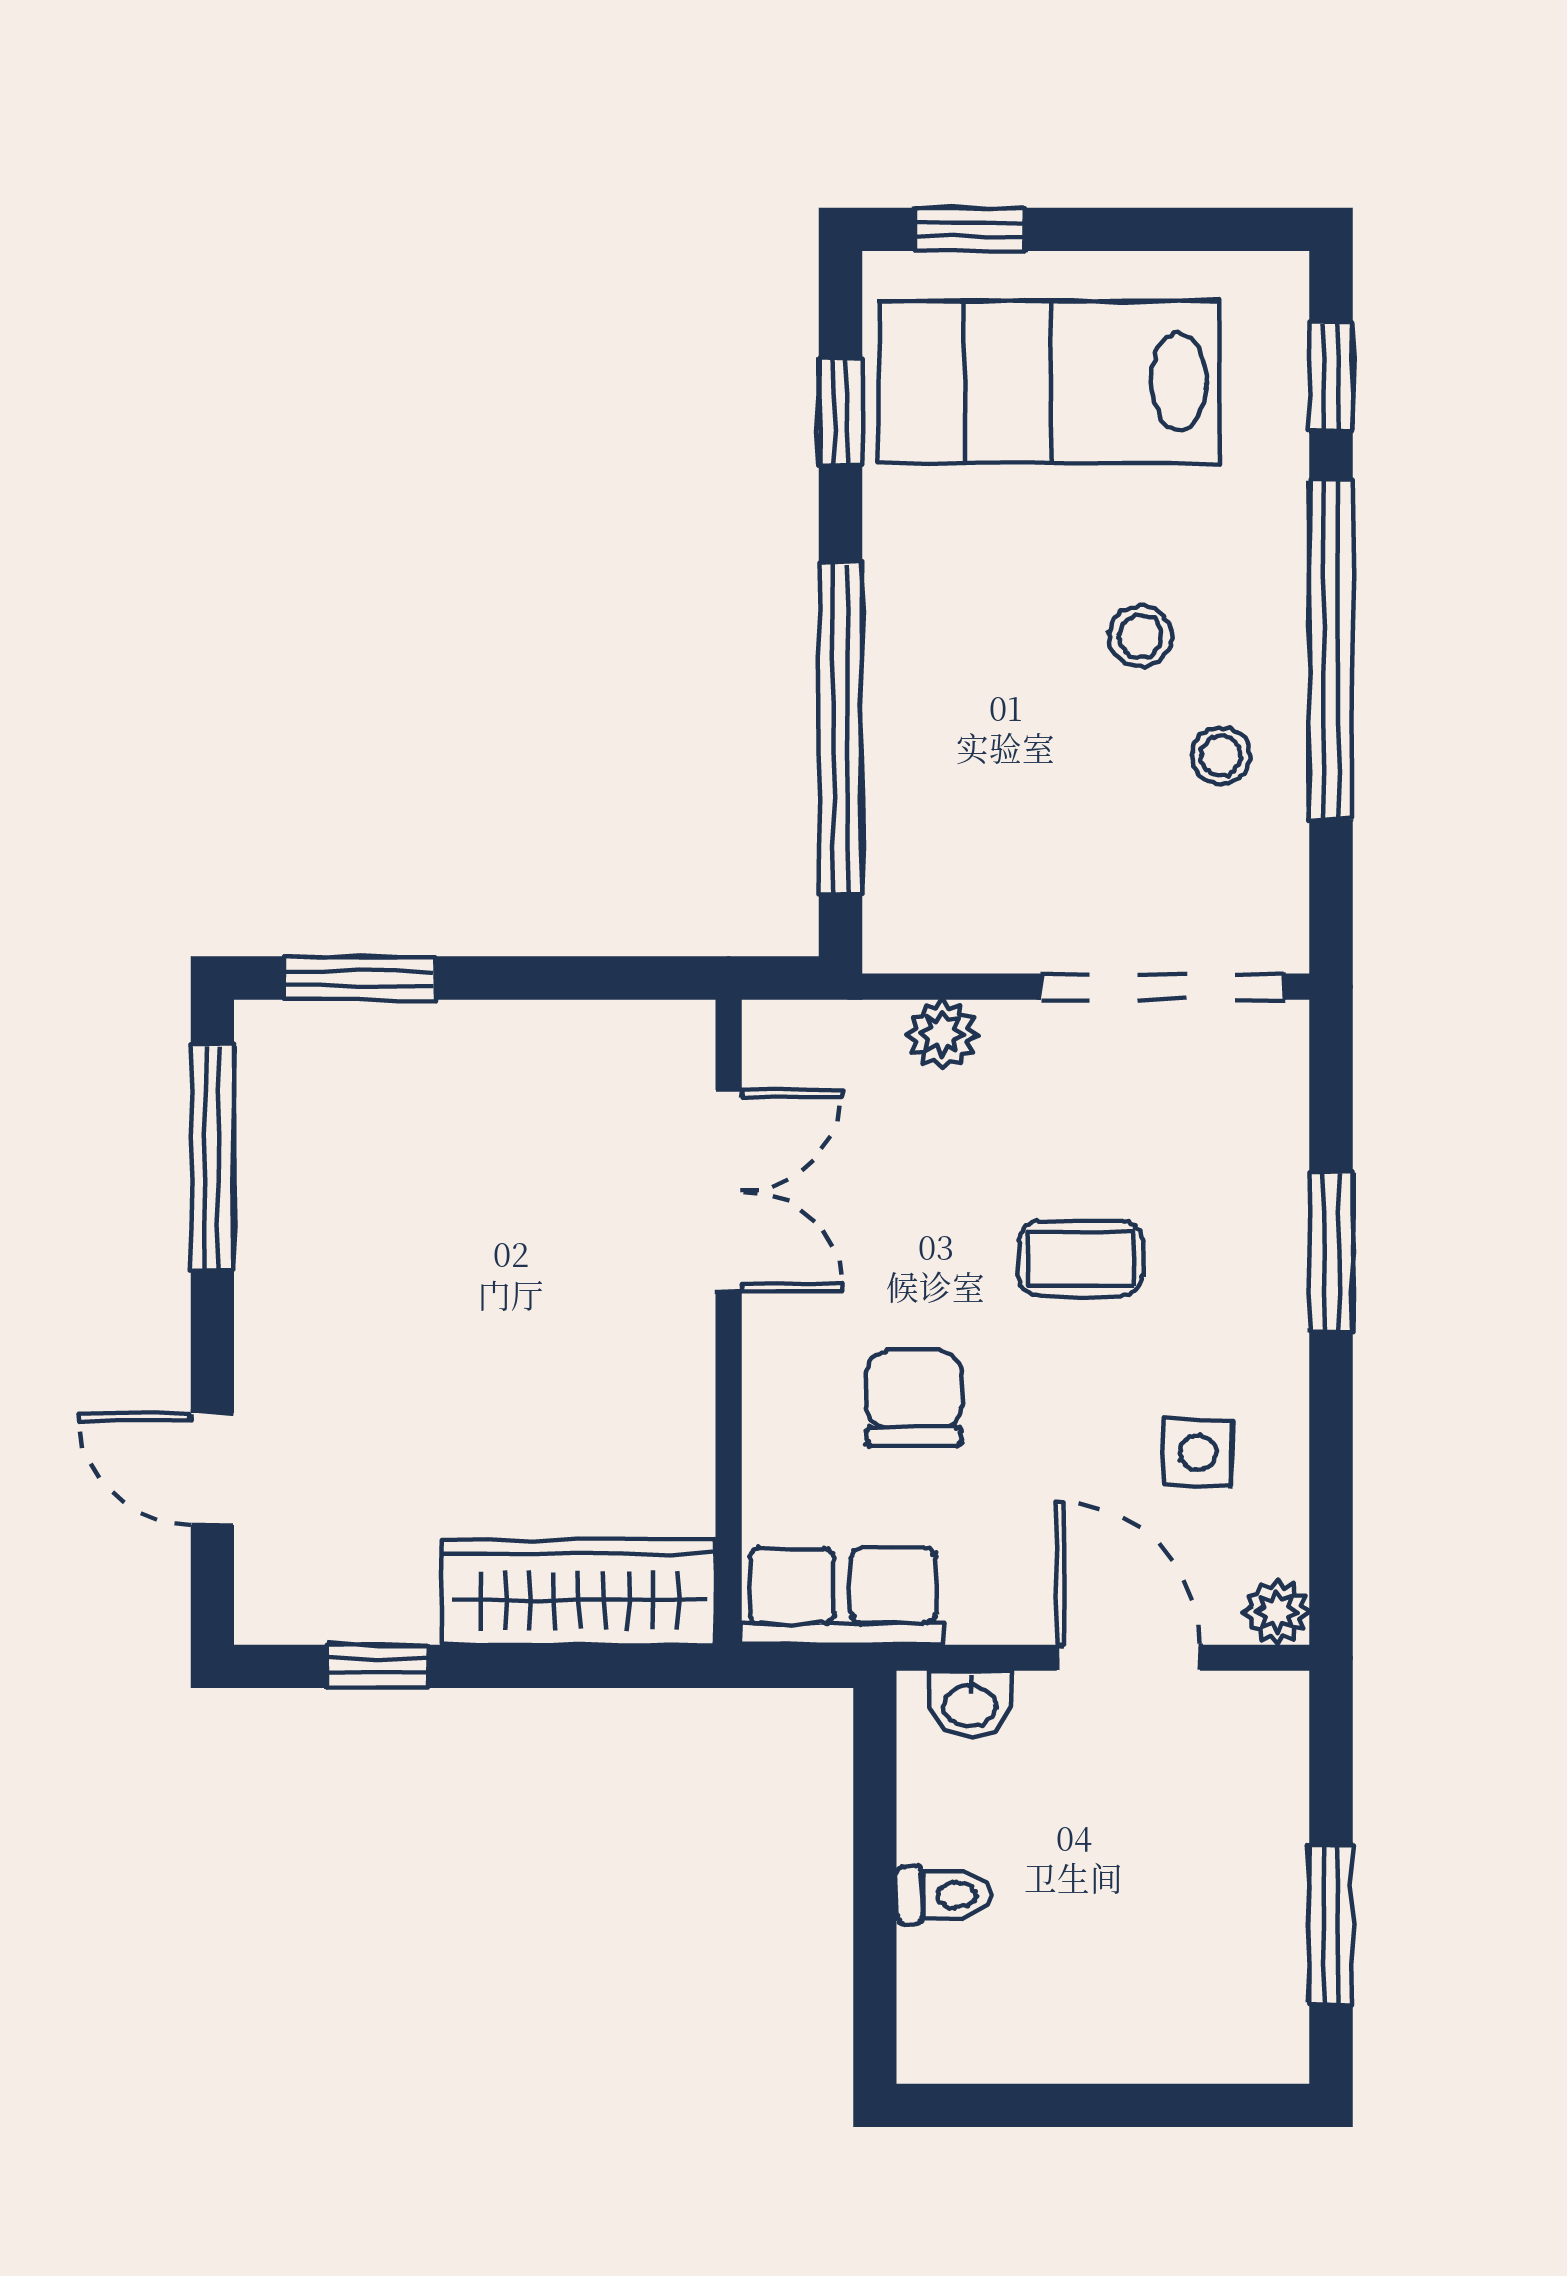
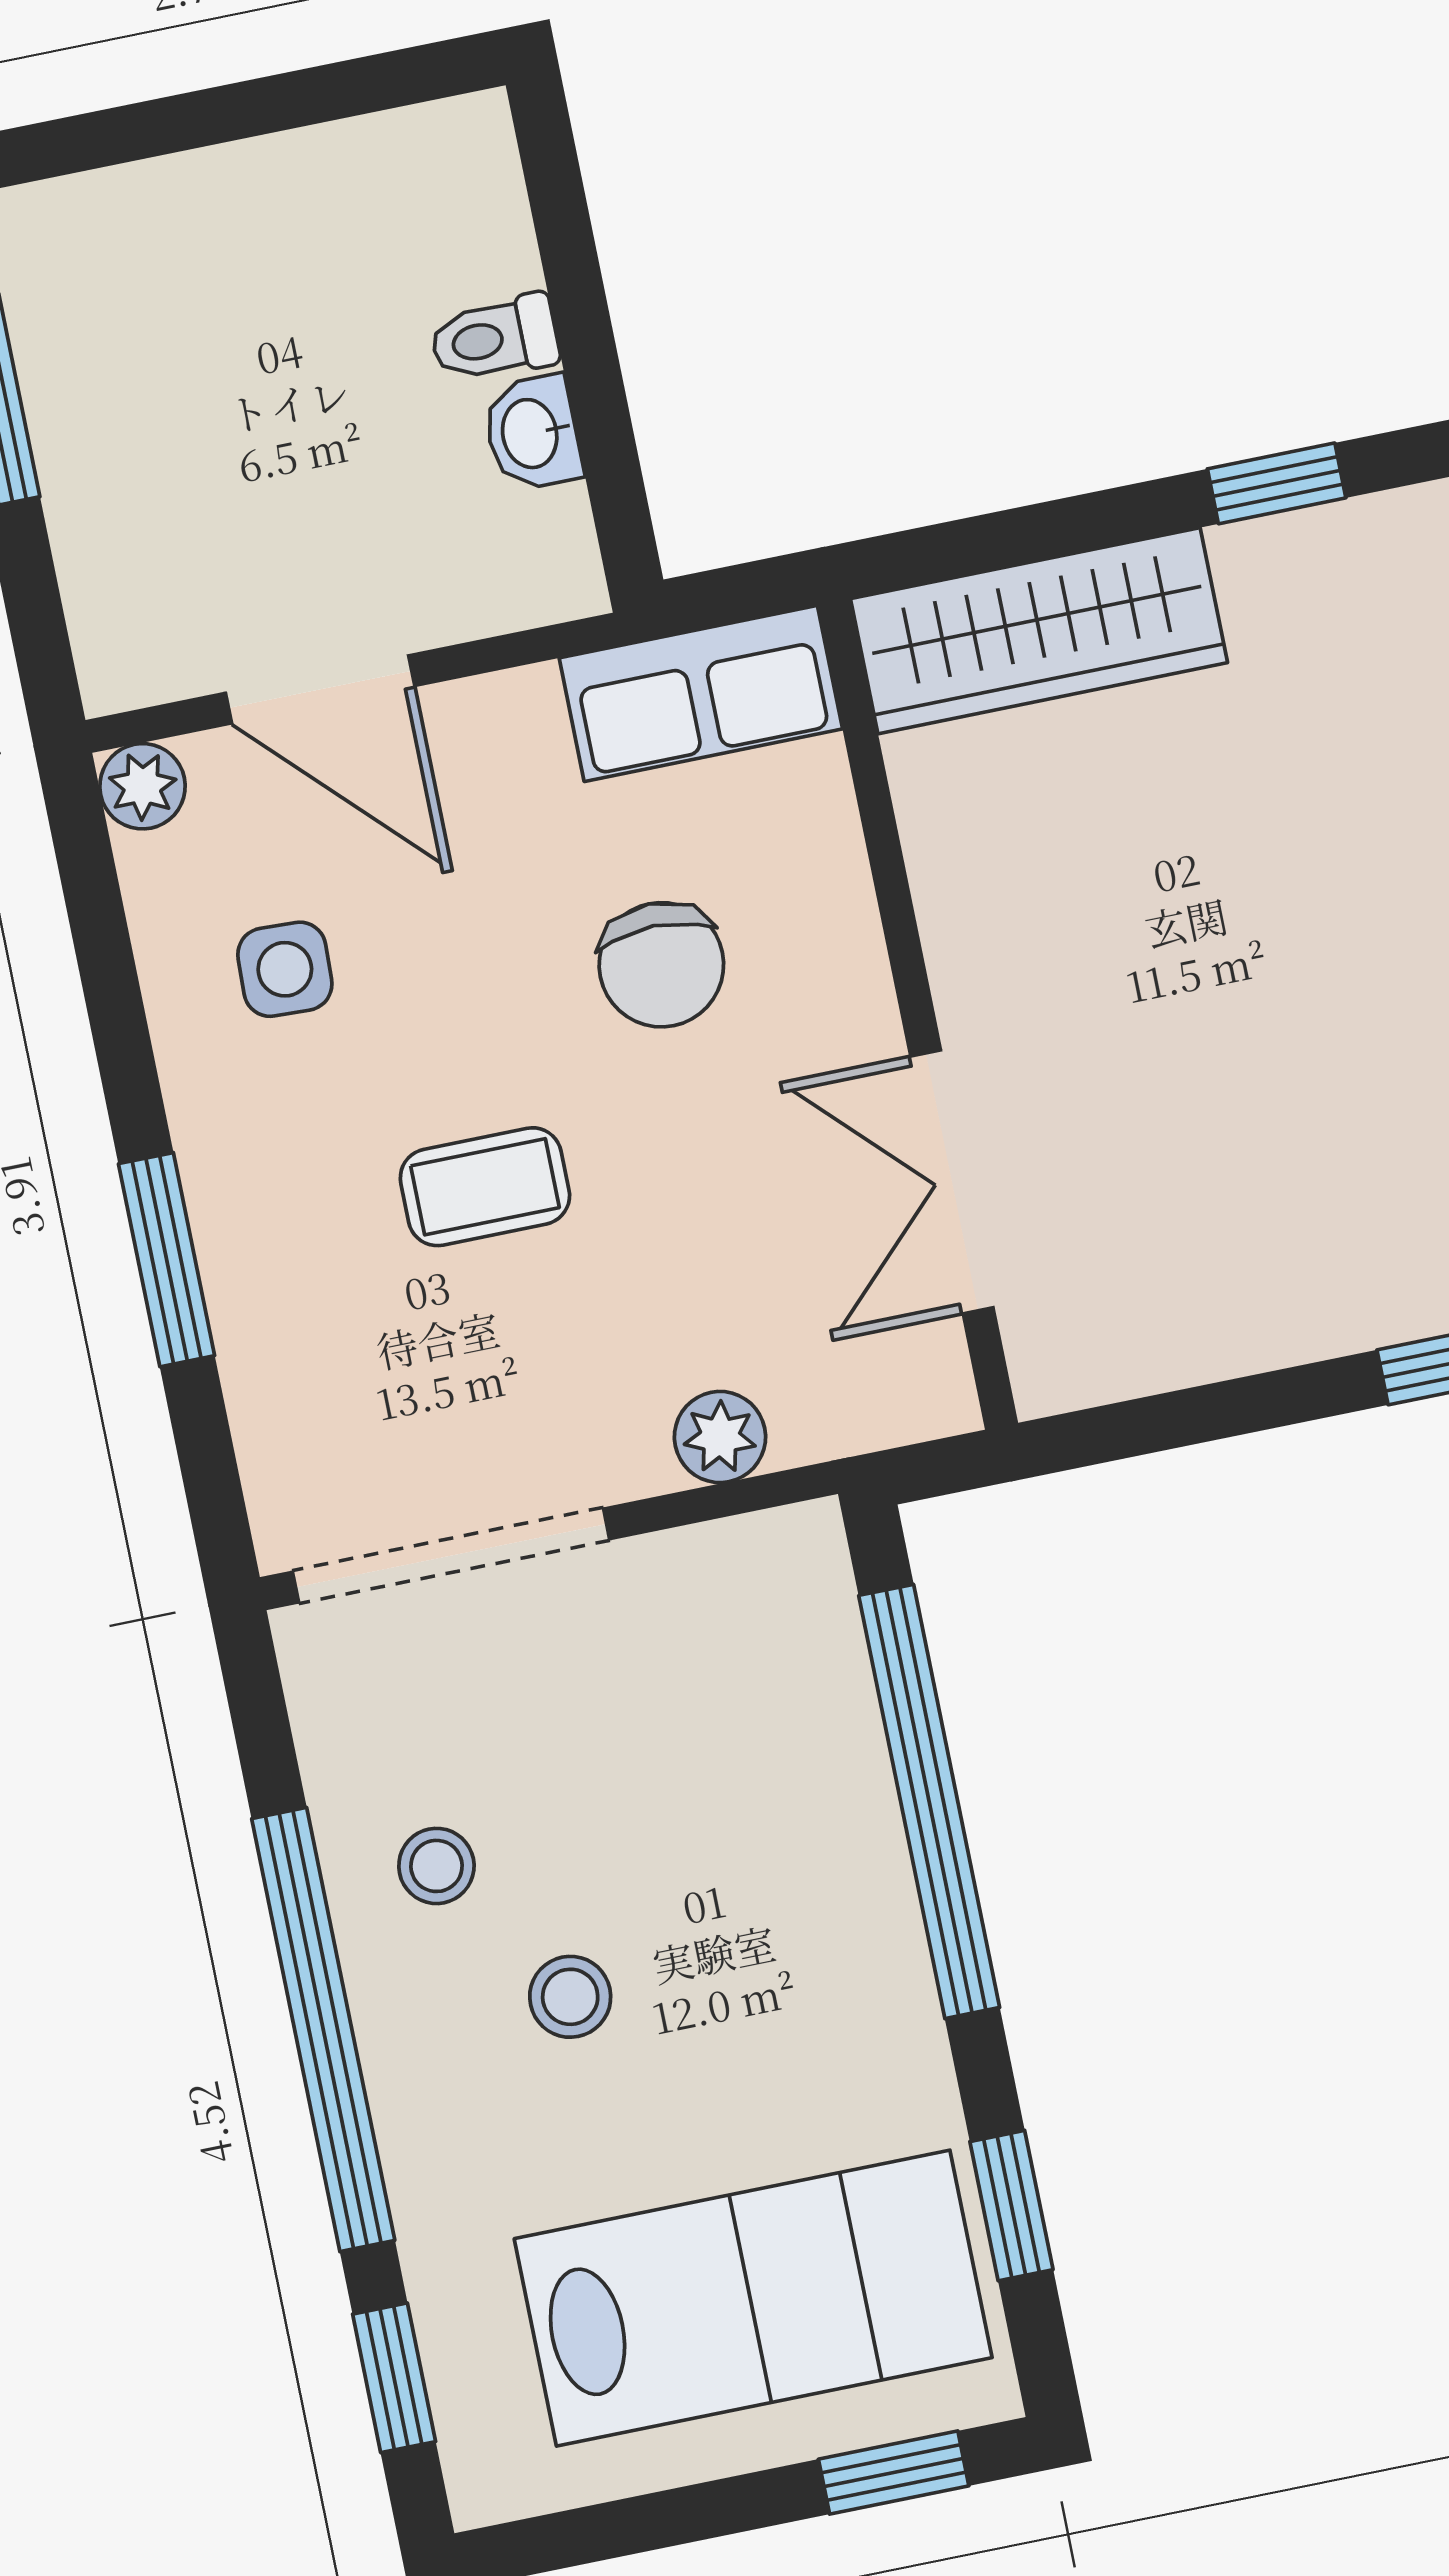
washbasin: (970, 1704) -> (532, 433), moved, turned -90

